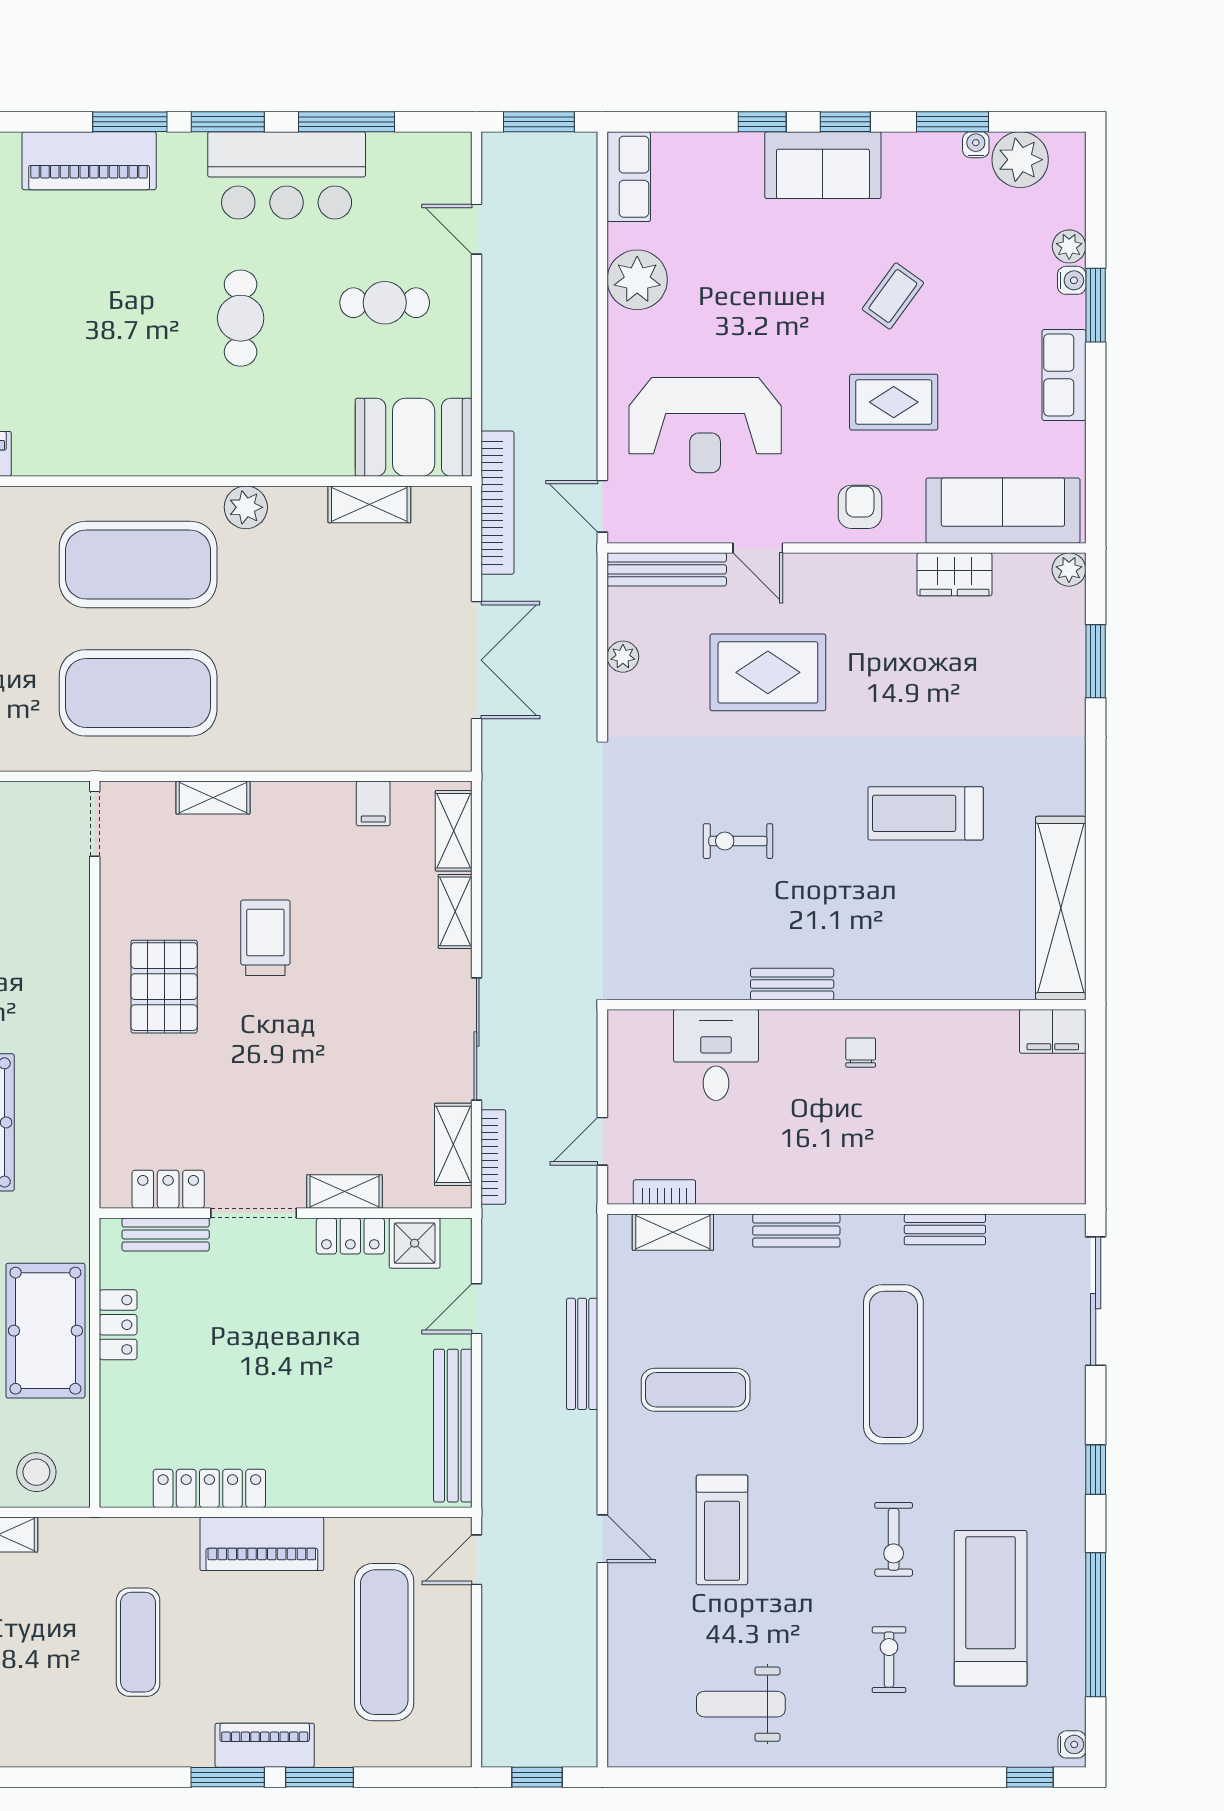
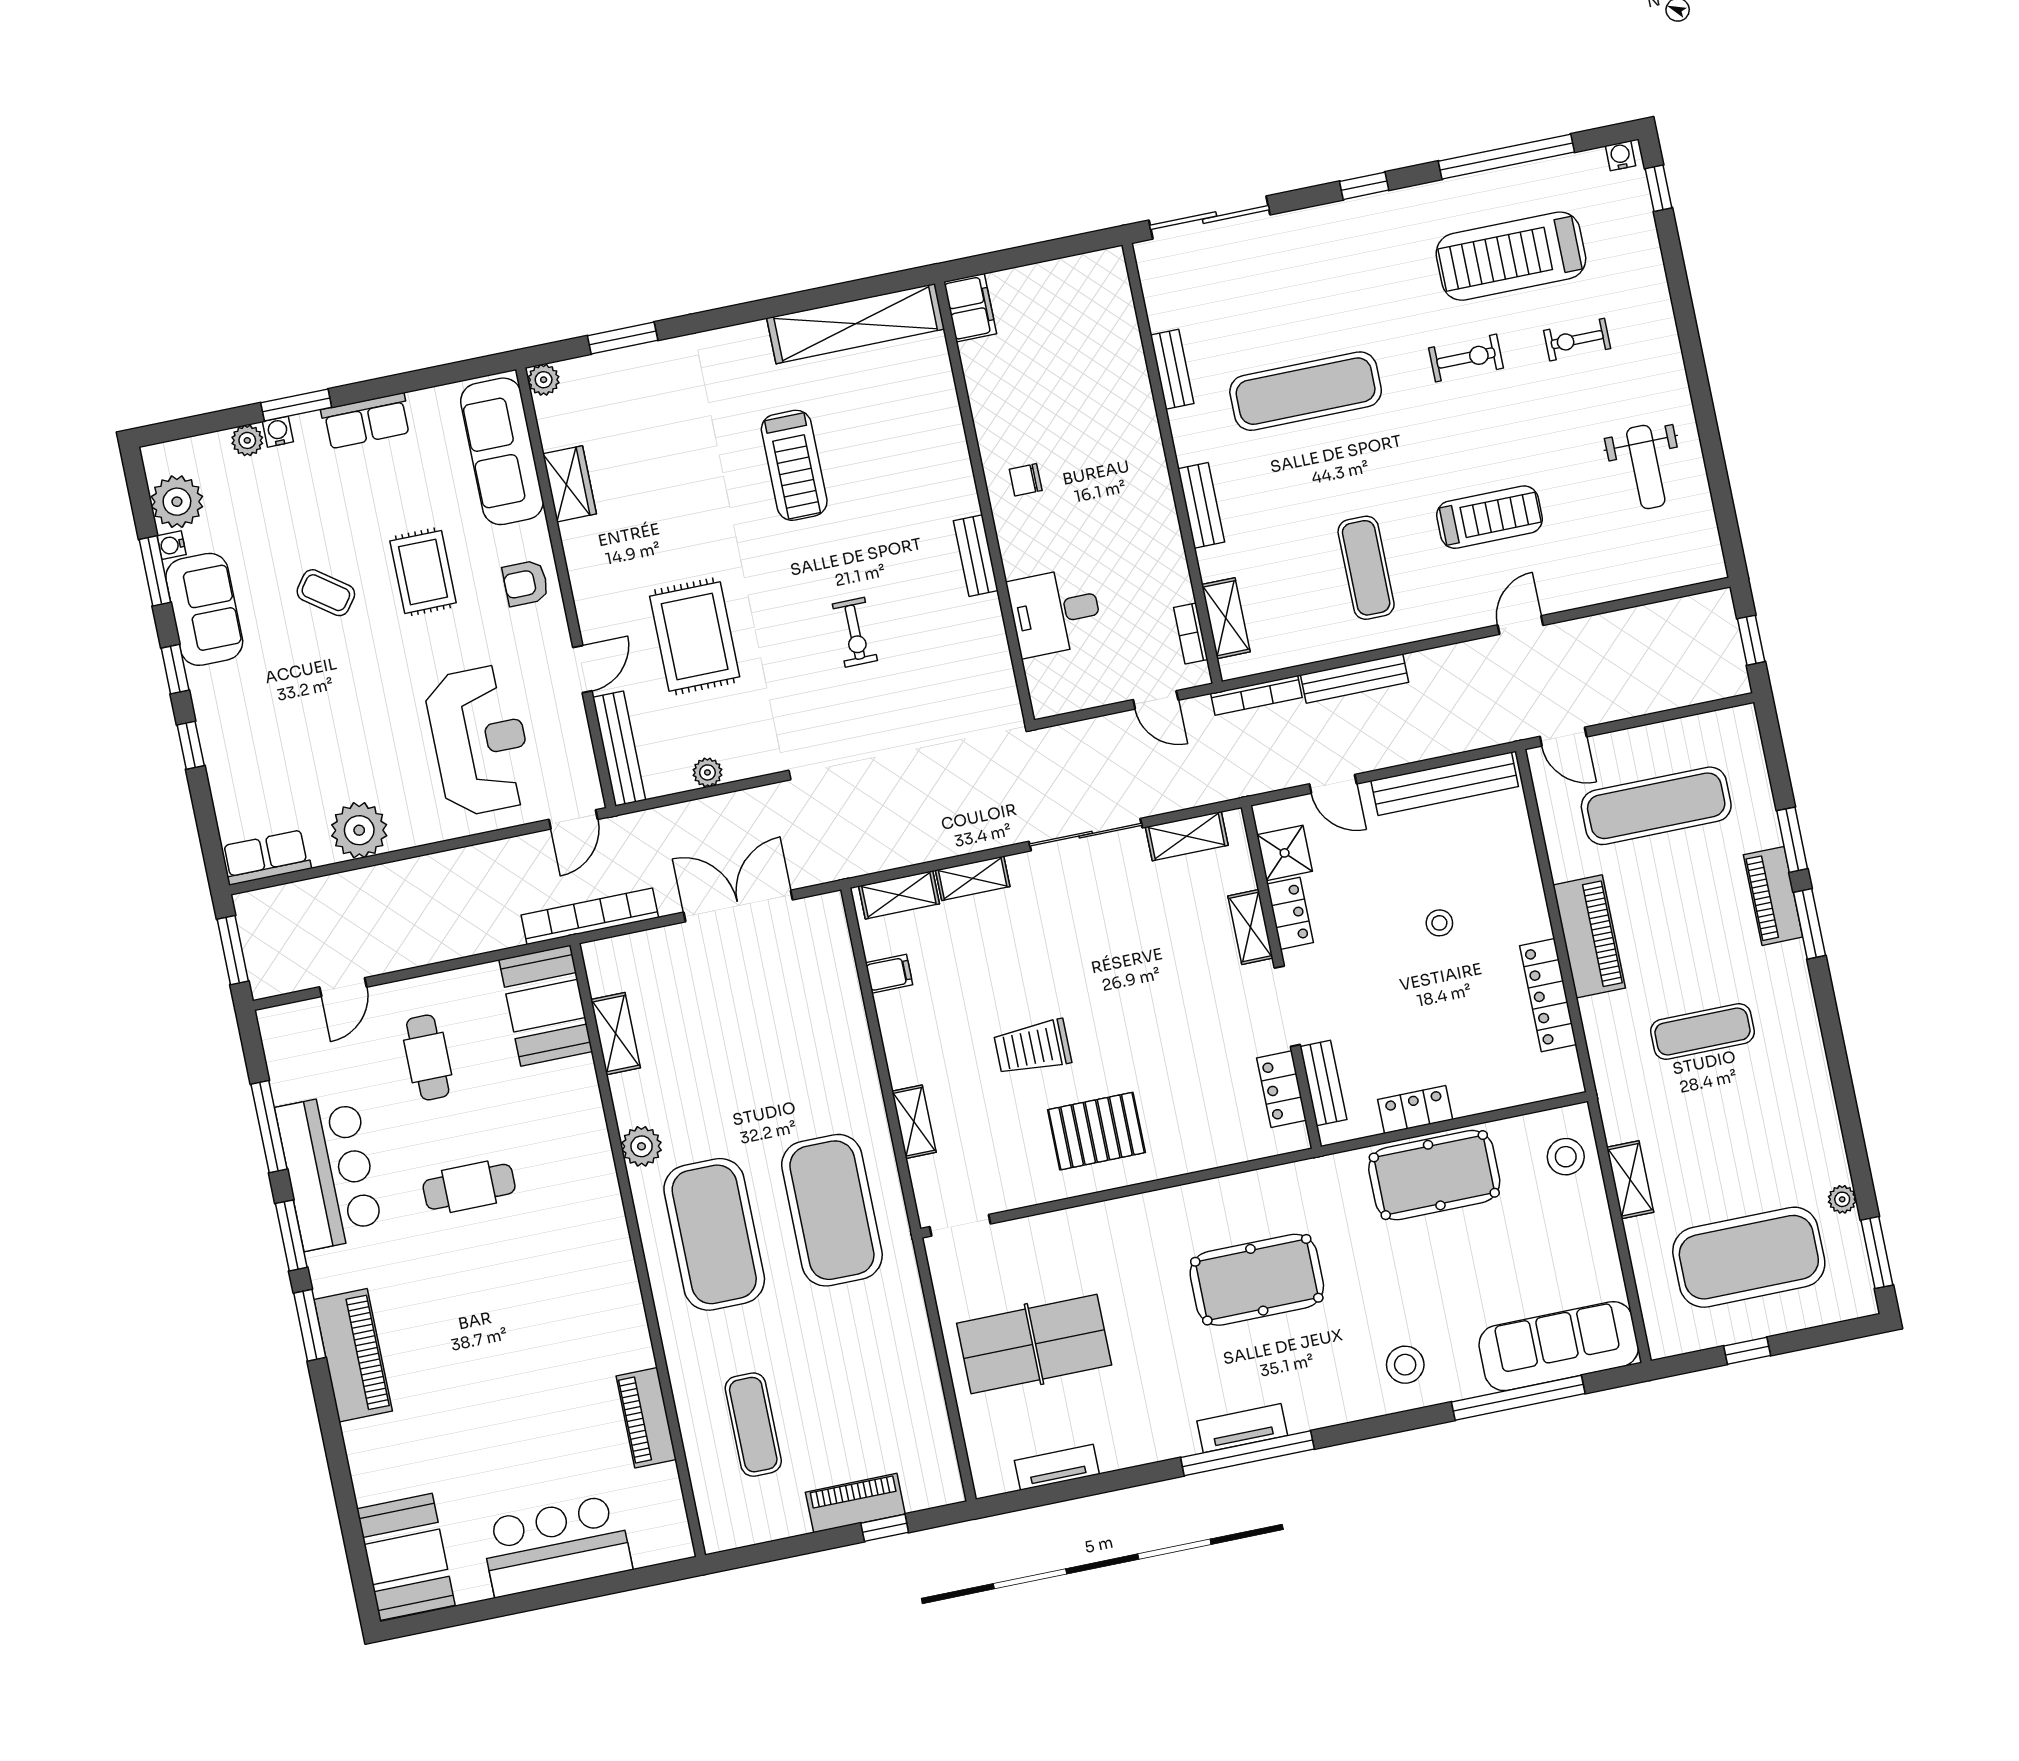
sofa: (823, 165) -> (204, 609), moved
bookcase: (493, 1157) -> (1256, 695), moved, turned 180
stool: (308, 1390) -> (1439, 923), added

